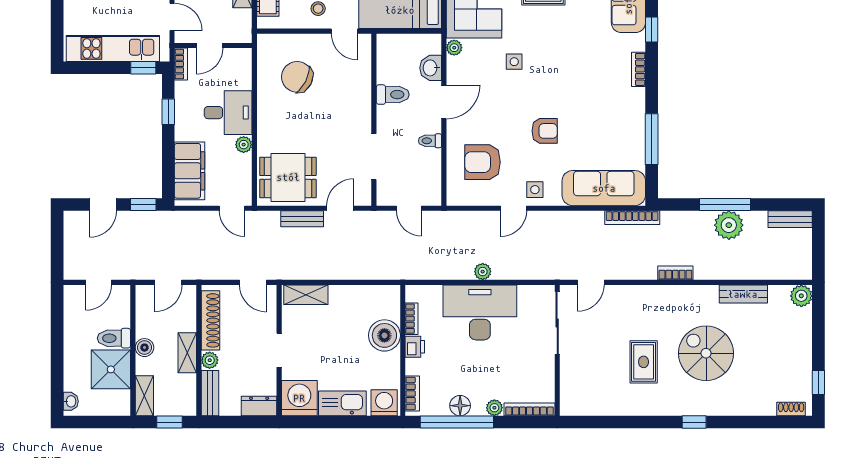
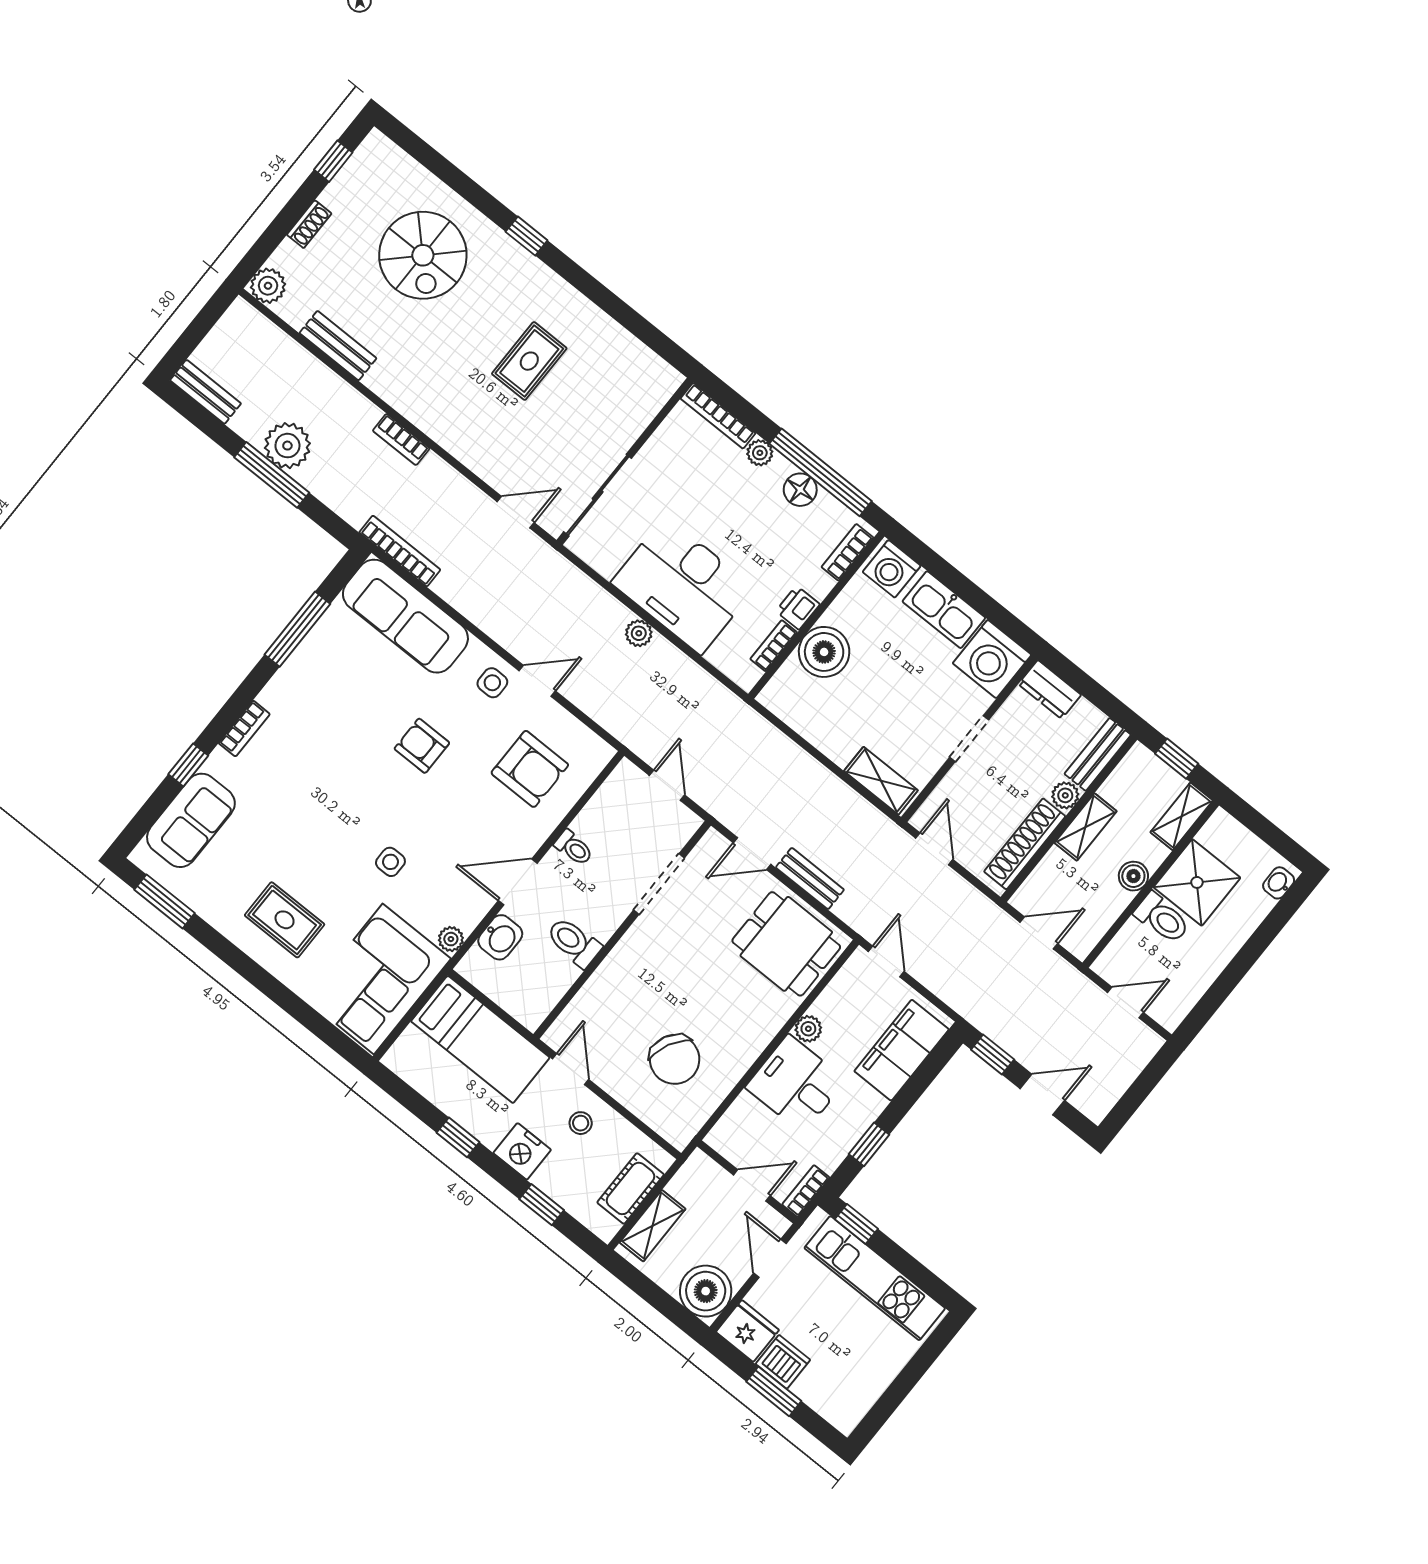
spiral stairs: (706, 353) -> (423, 255), moved
shoe rack: (791, 409) -> (309, 224), moved, turned -90

